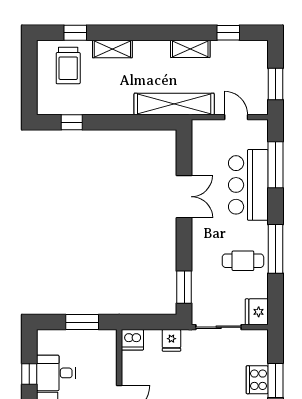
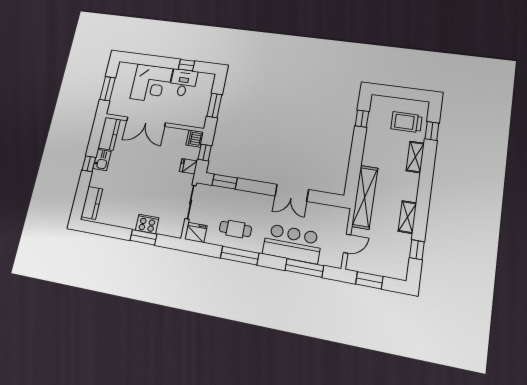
cafe table: (243, 261) -> (235, 229), turned 90
window: (149, 322) -> (205, 153), added

